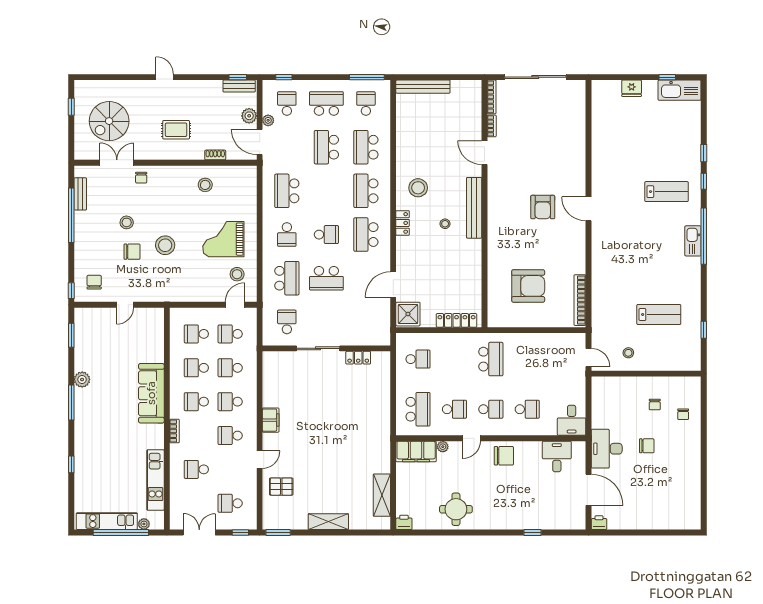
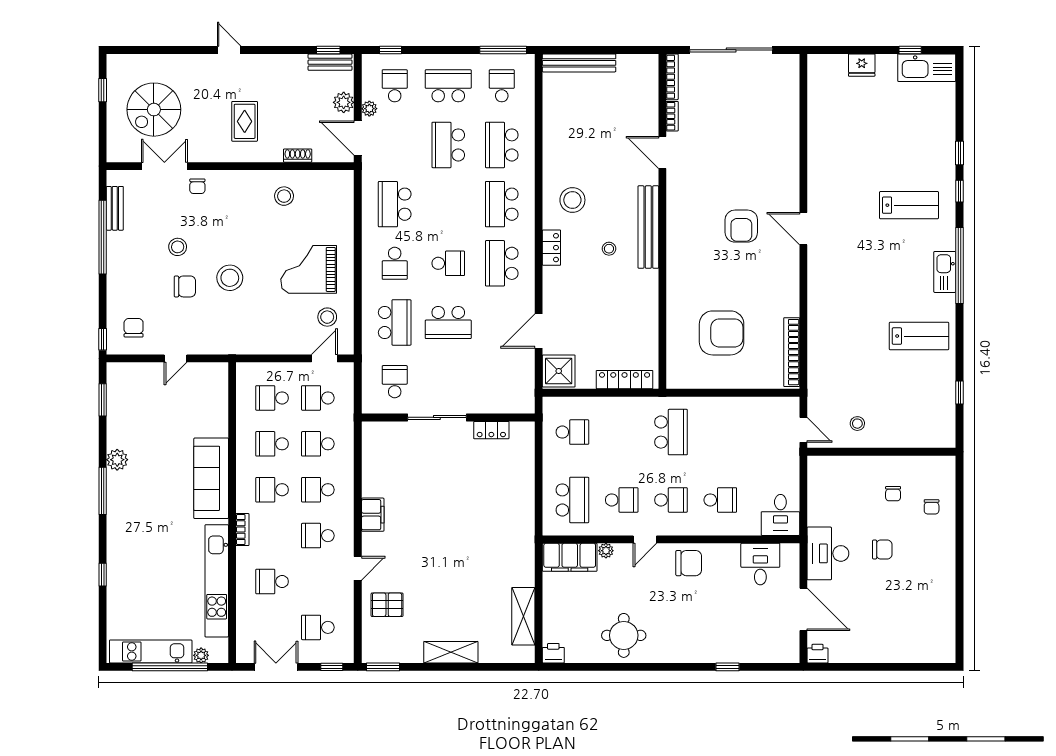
rug: (176, 130) -> (245, 121), turned 90
lab bench: (659, 315) -> (919, 336), moved
kitchen unit: (155, 480) -> (217, 581), width x1.36

